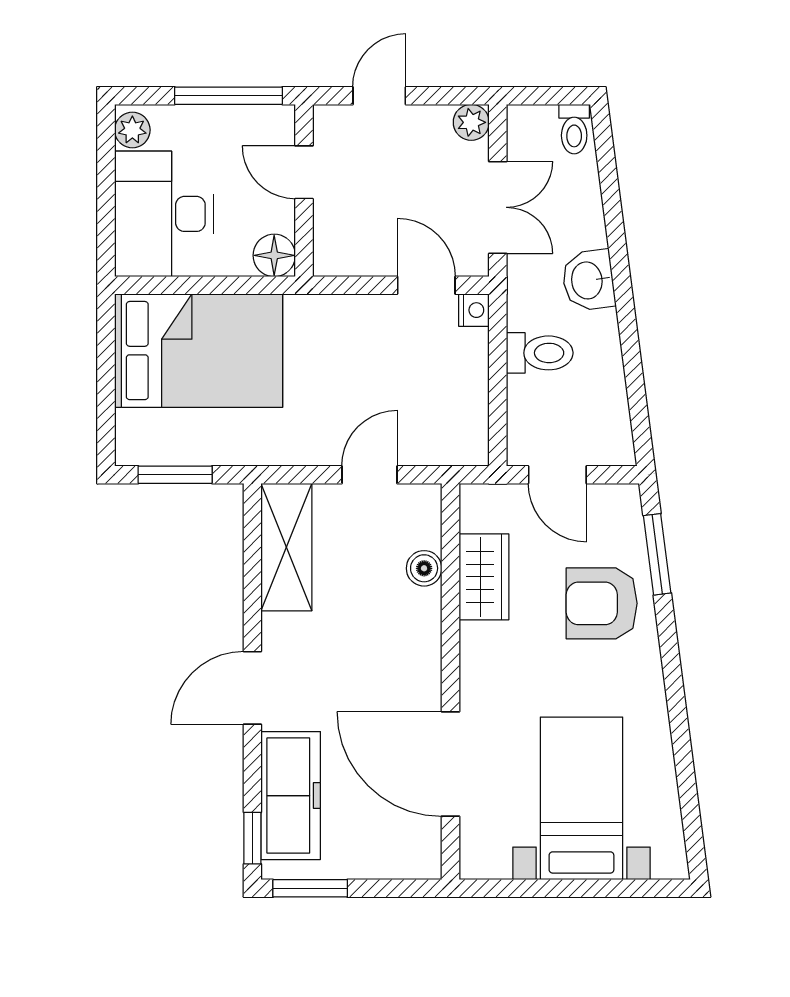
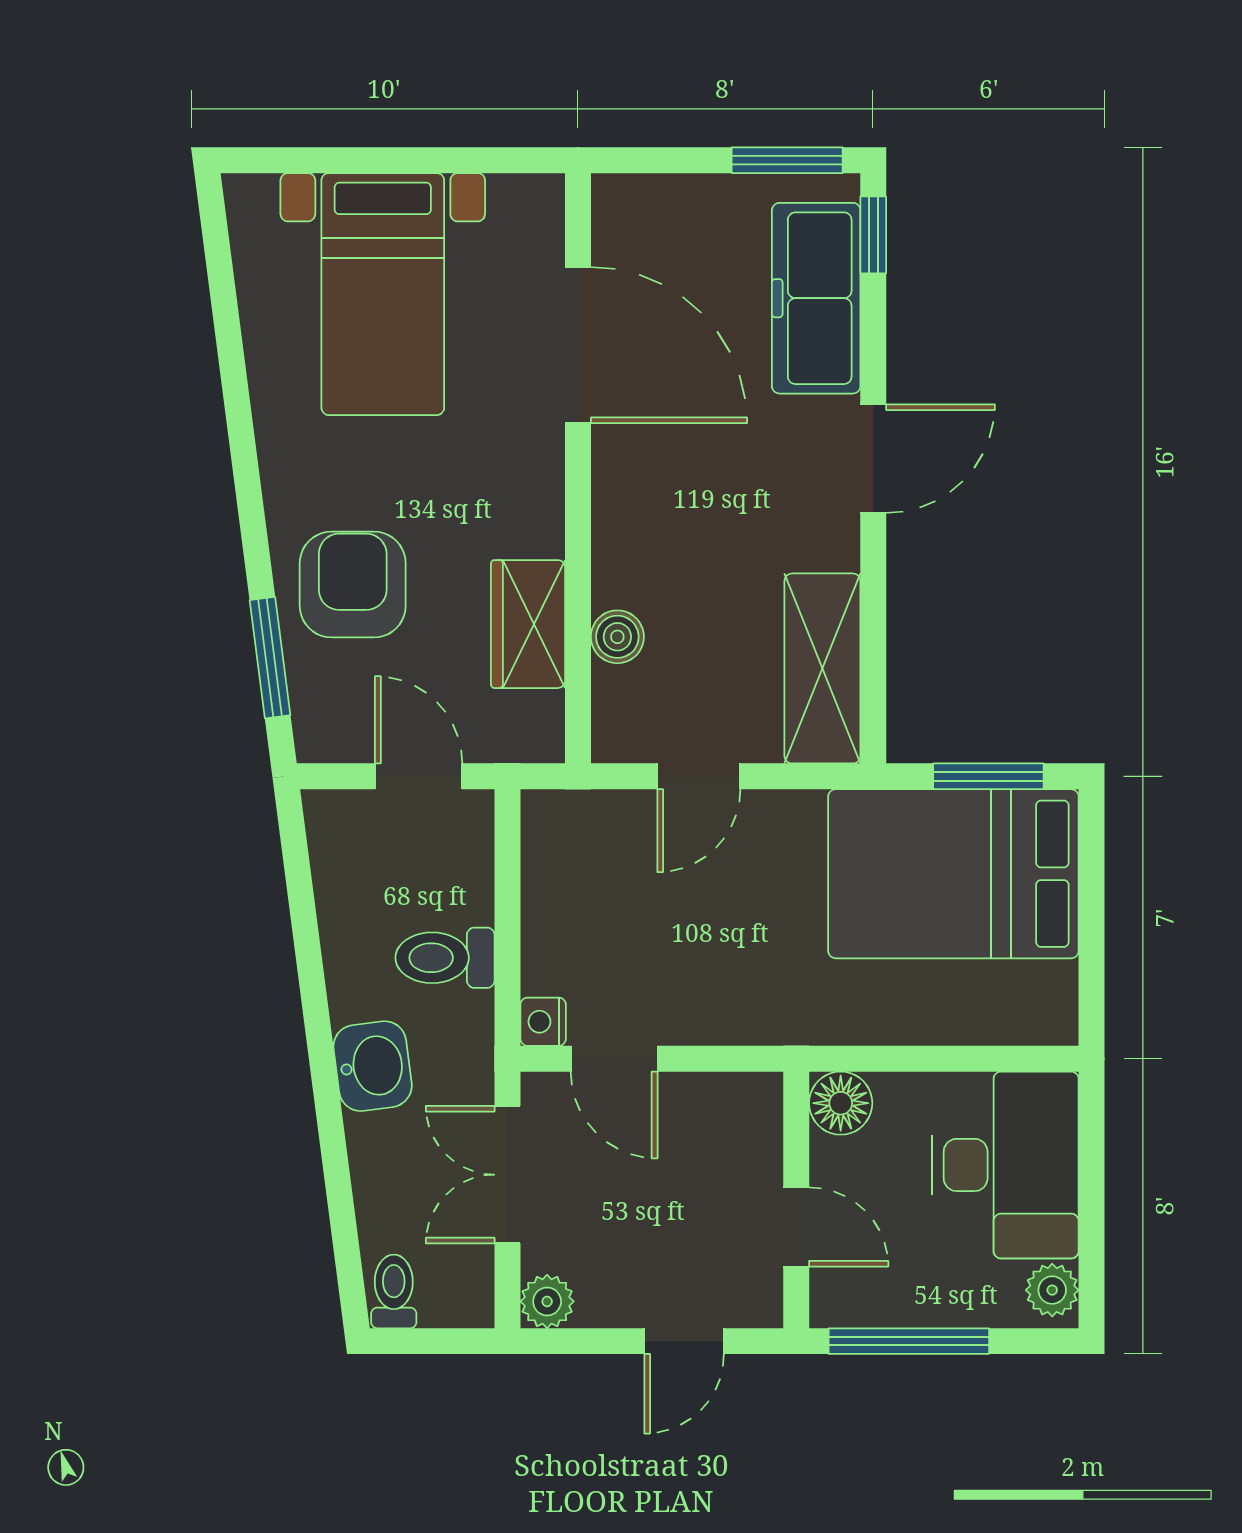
bed: (199, 351) -> (953, 874), moved
armchair: (602, 603) -> (353, 585), turned -90

